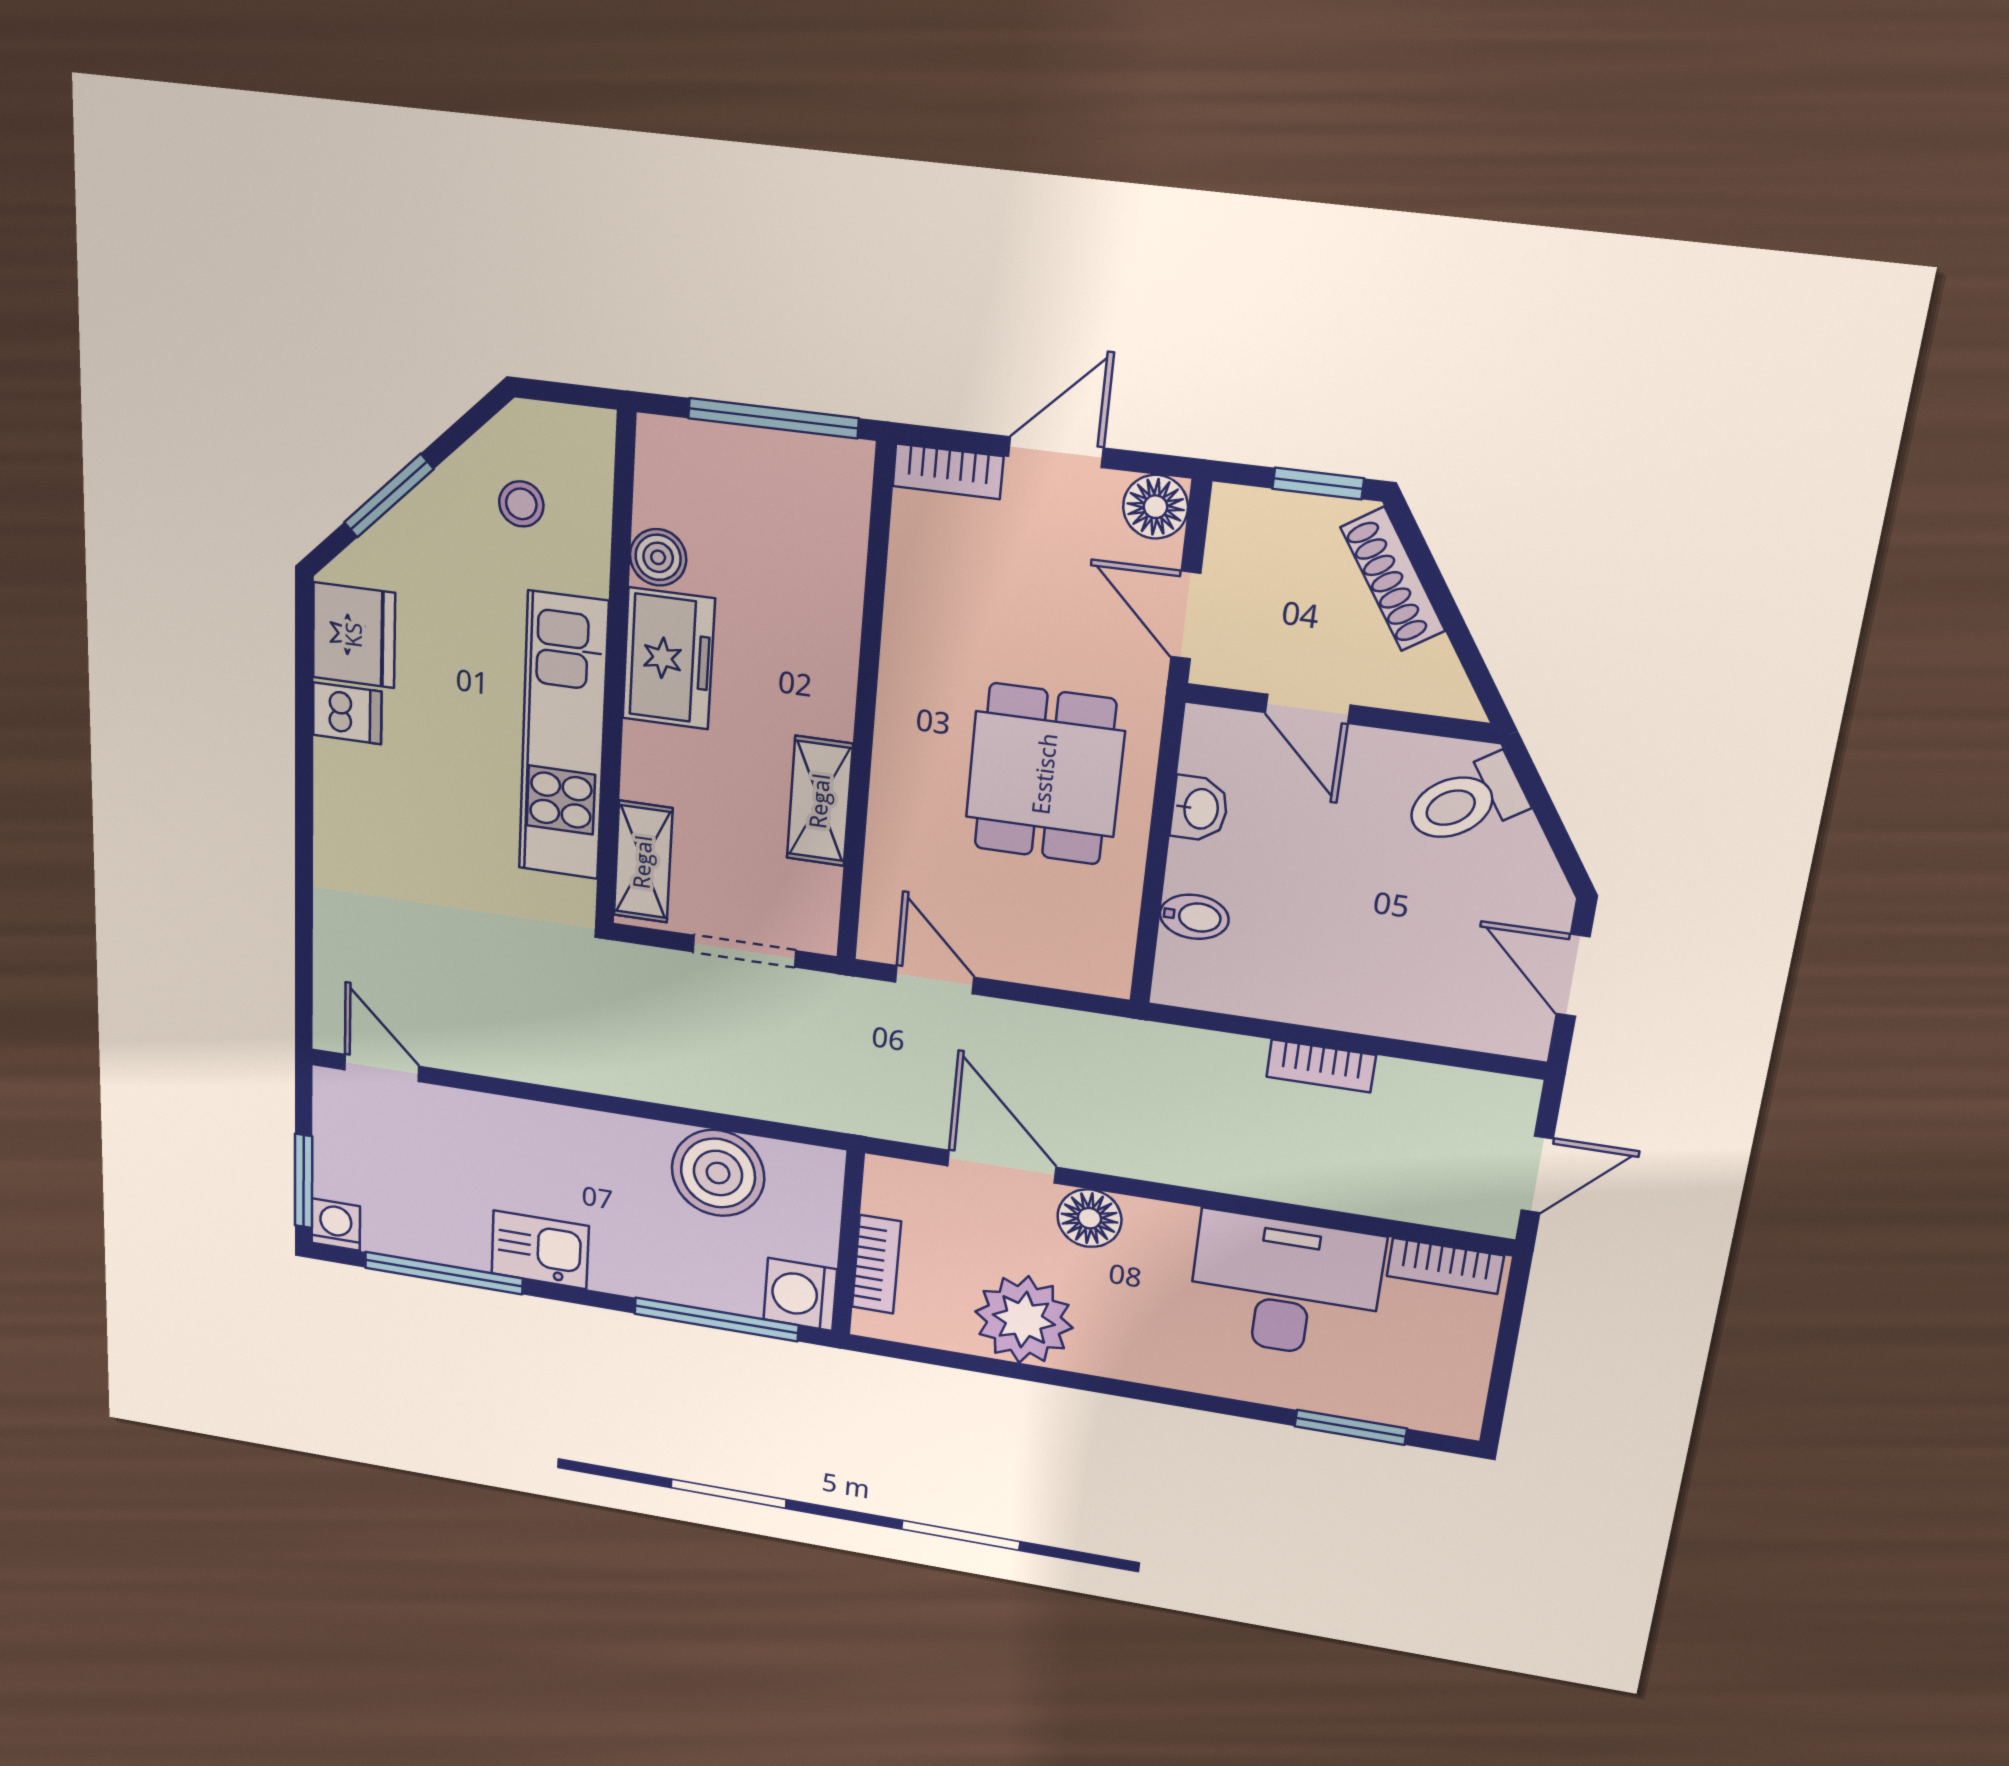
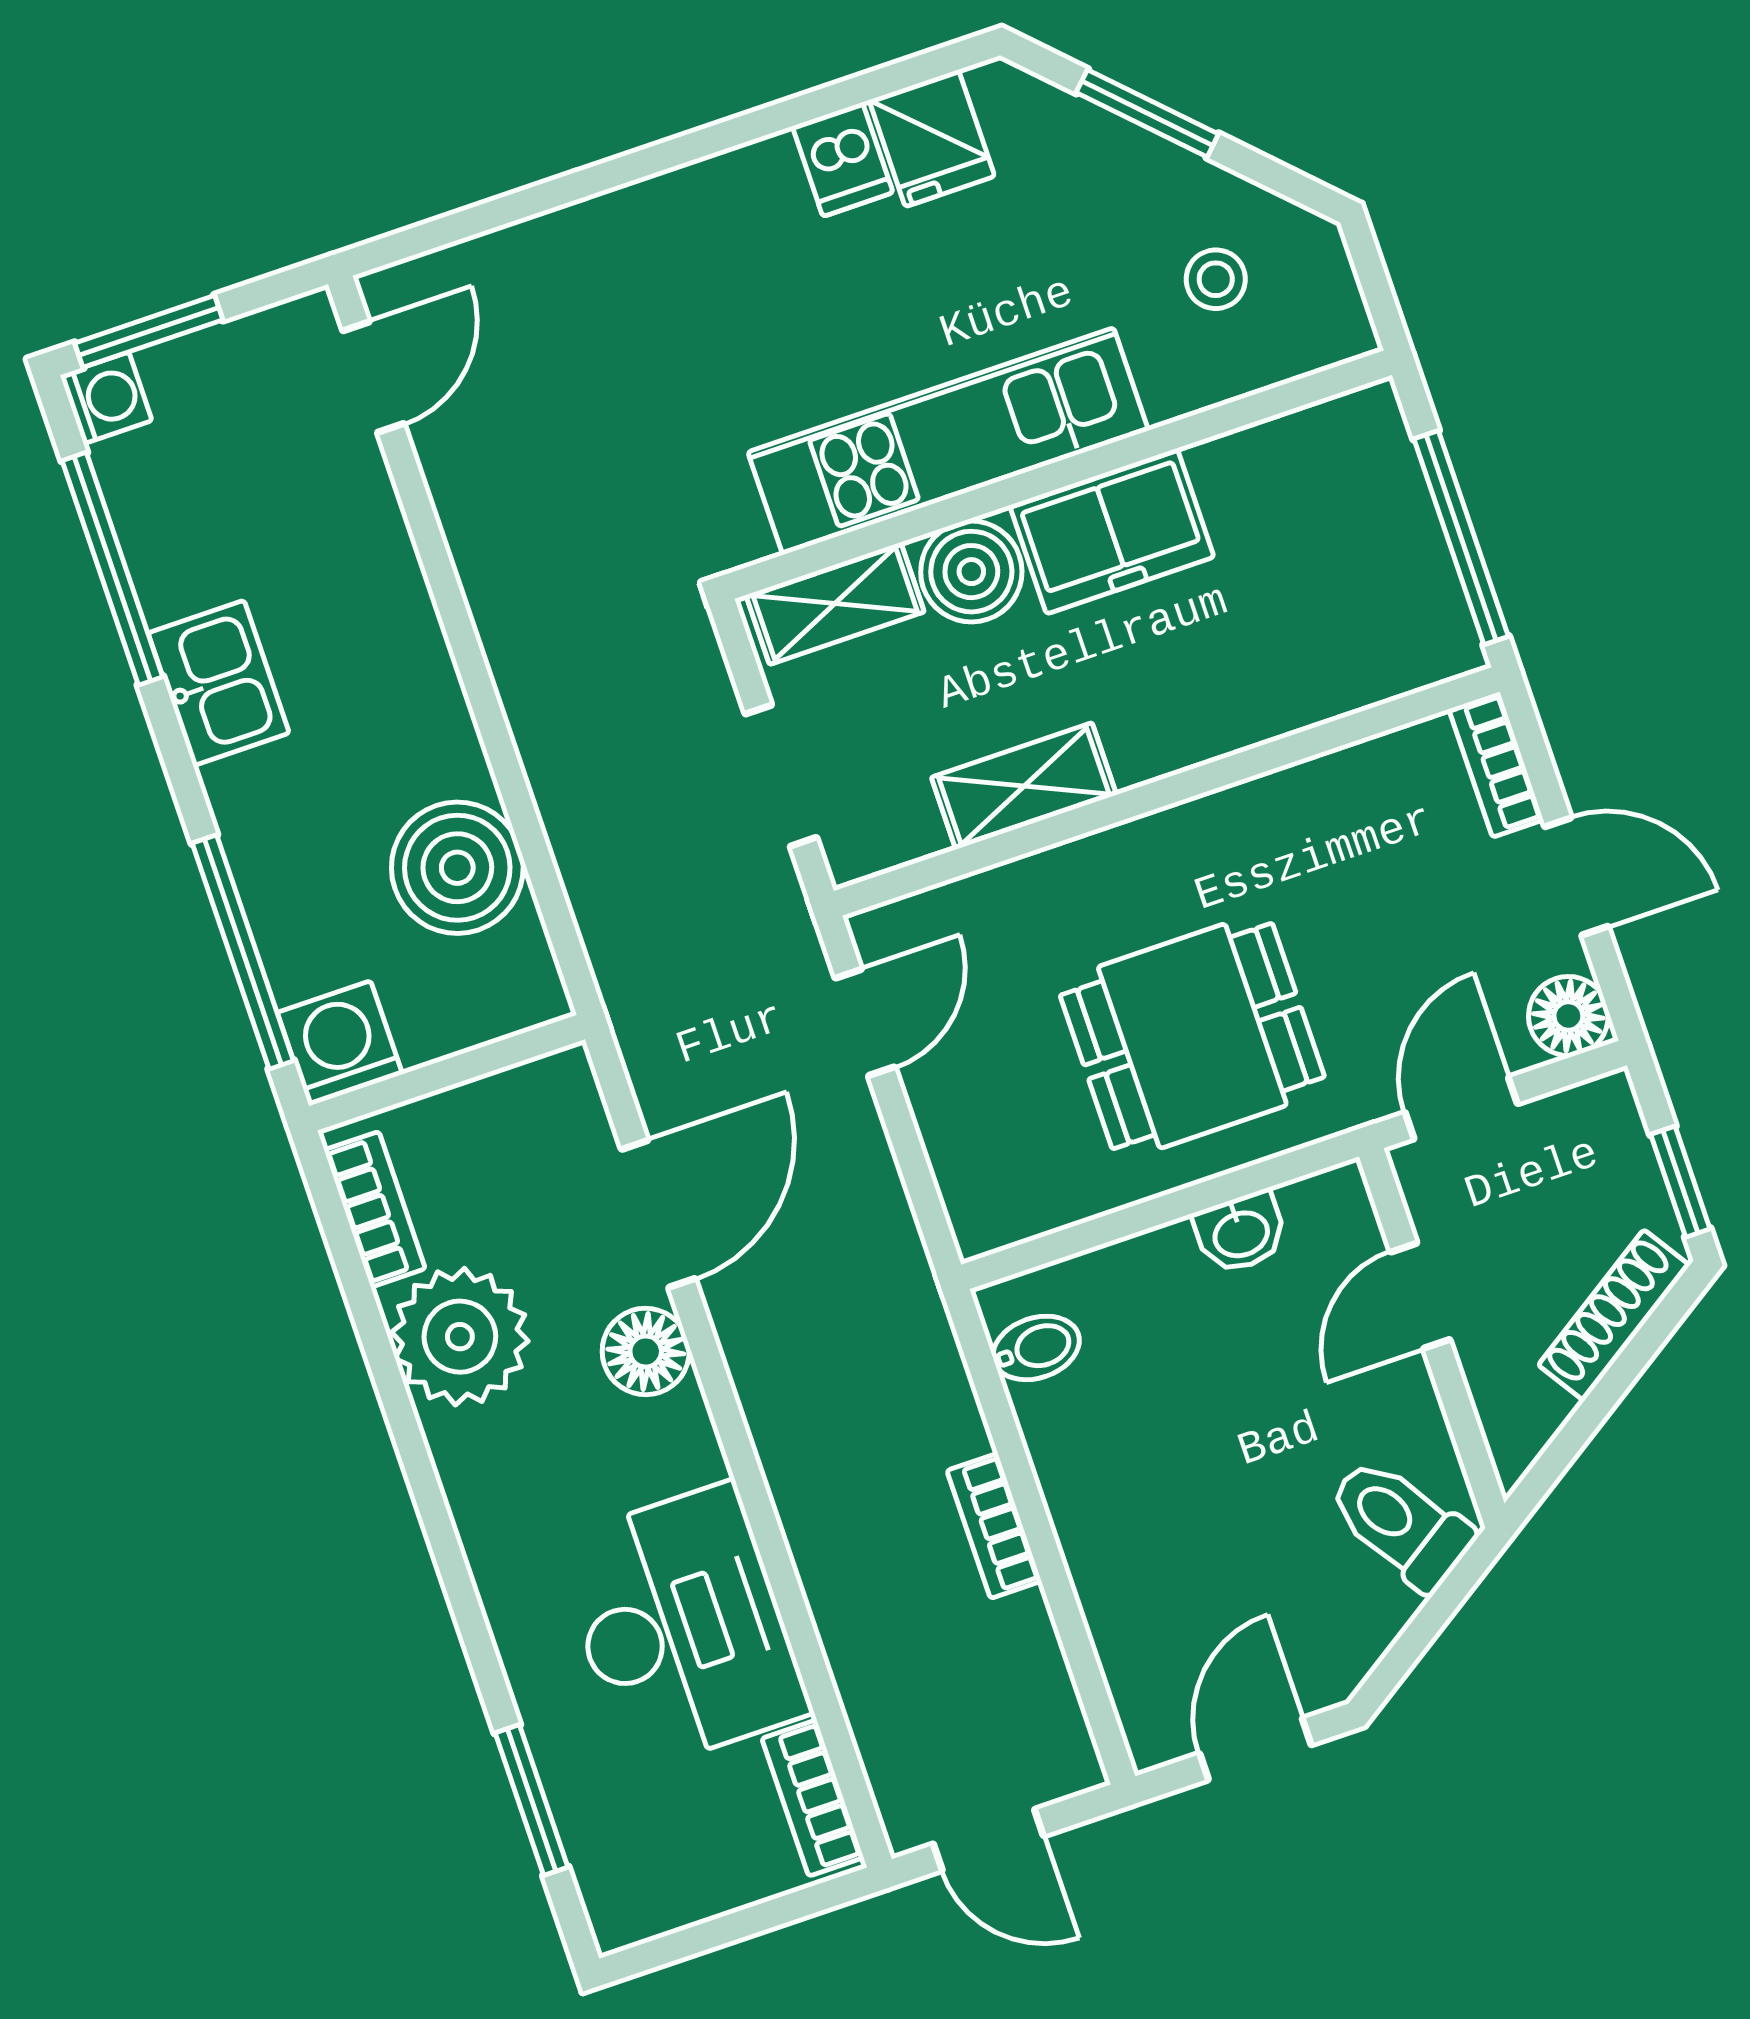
boiler: (658, 557) -> (971, 572), moved, width x1.36, depth x1.36
fridge: (354, 635) -> (932, 138), width x0.72
bidet: (1194, 917) -> (1036, 1348), moved, turned -90
bookcase: (876, 1264) -> (375, 1209), moved, turned -90

